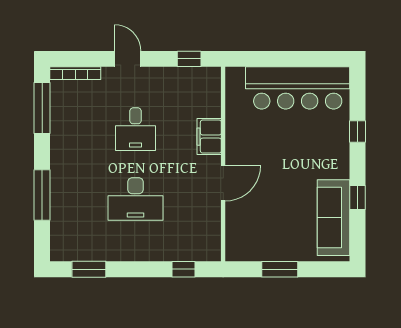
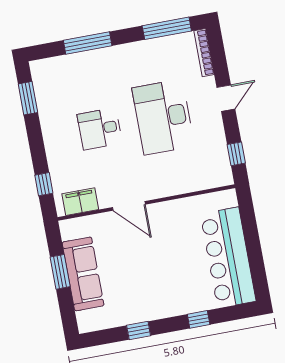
desk: (135, 129) -> (163, 117), width x1.87, depth x1.30
filing cabinet: (209, 137) -> (80, 202), moved
desk: (135, 199) -> (100, 129), width x0.73
sofa: (334, 218) -> (83, 274), moved, turned 90

